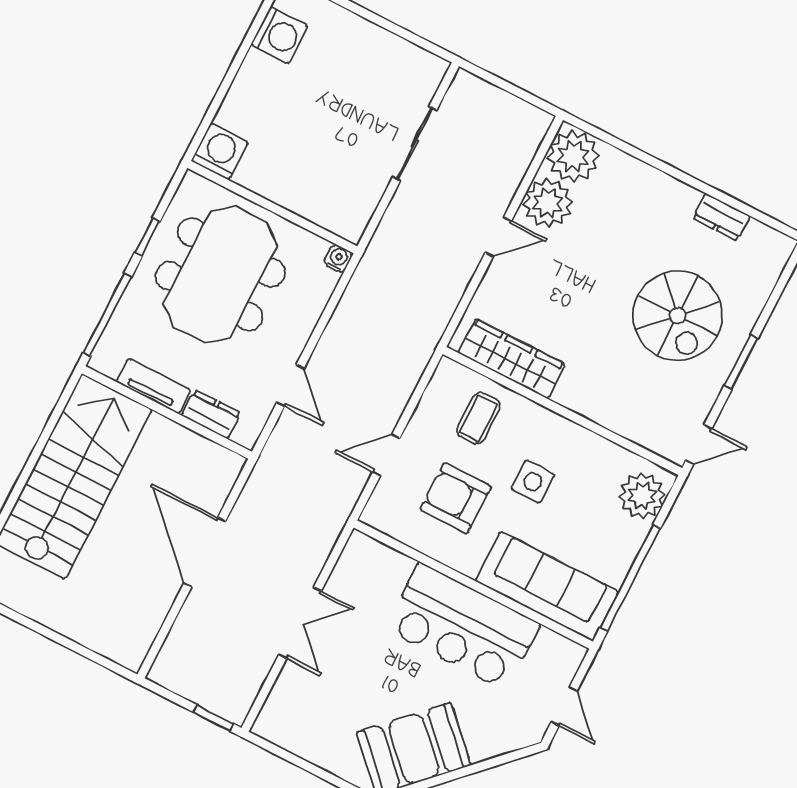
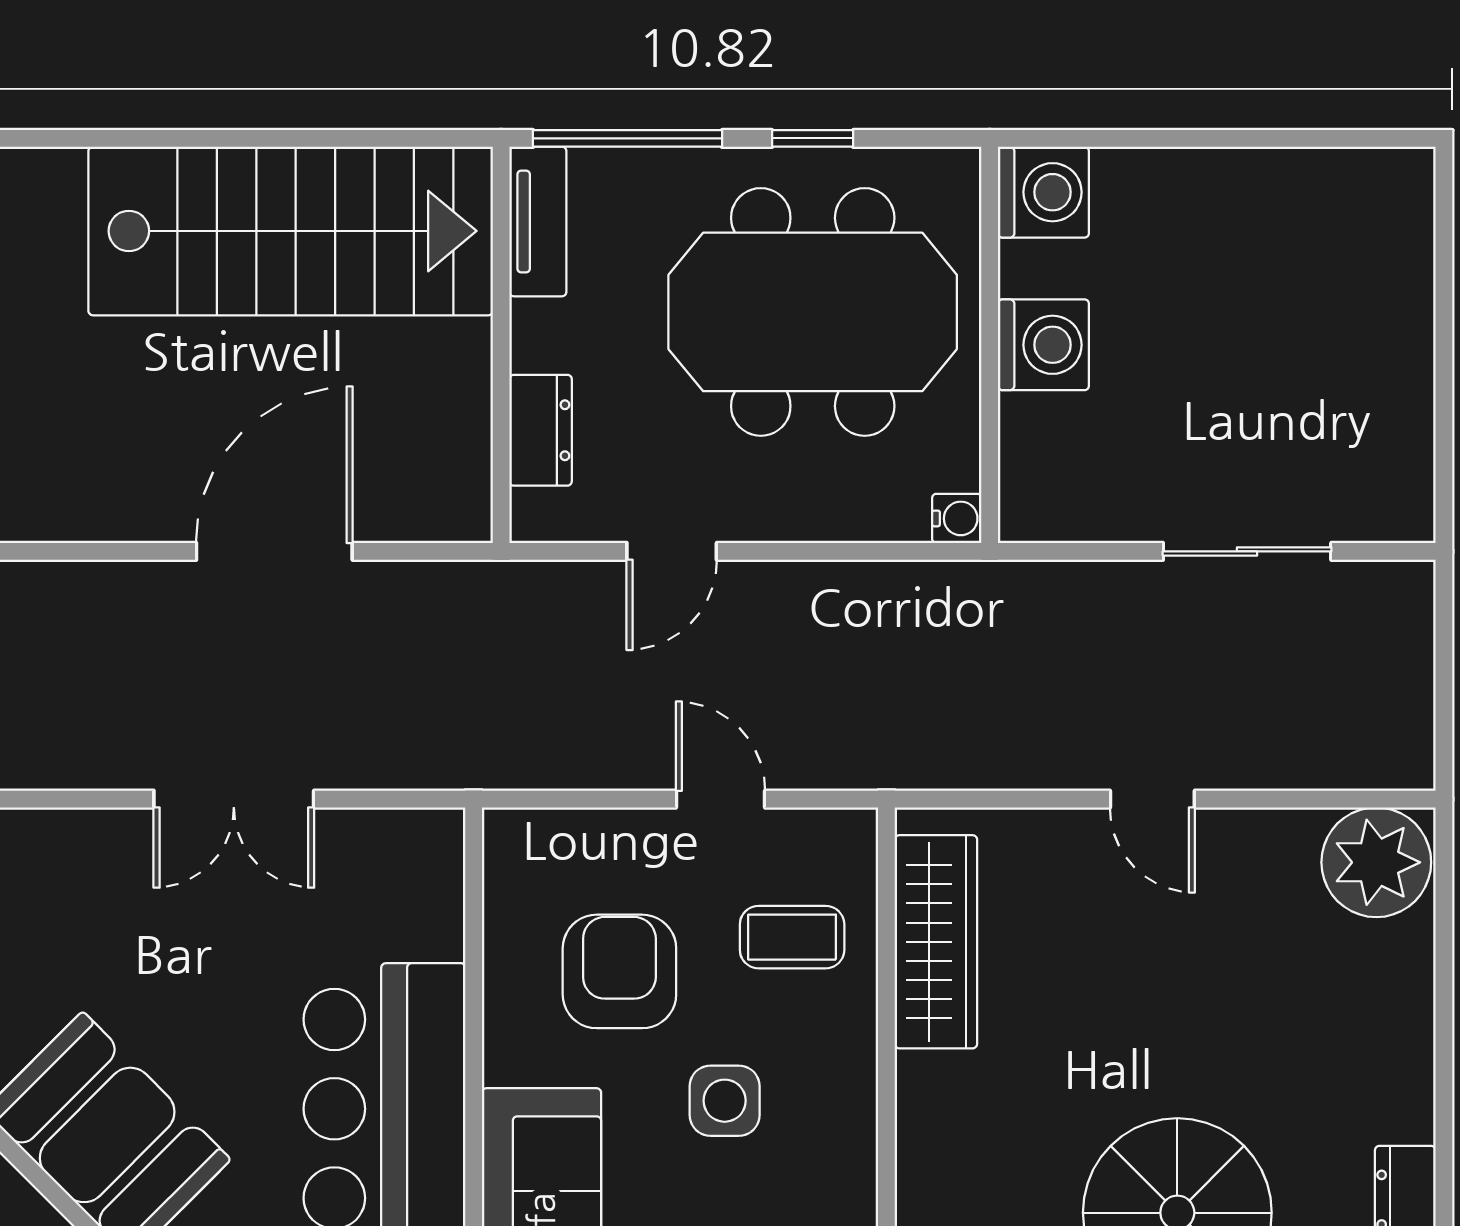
washing machine: (279, 35) -> (1043, 345), moved, turned -90
plant: (548, 203) -> (1264, 859), removed
tv unit: (154, 386) -> (538, 222), moved
door: (386, 455) -> (721, 799), moved

